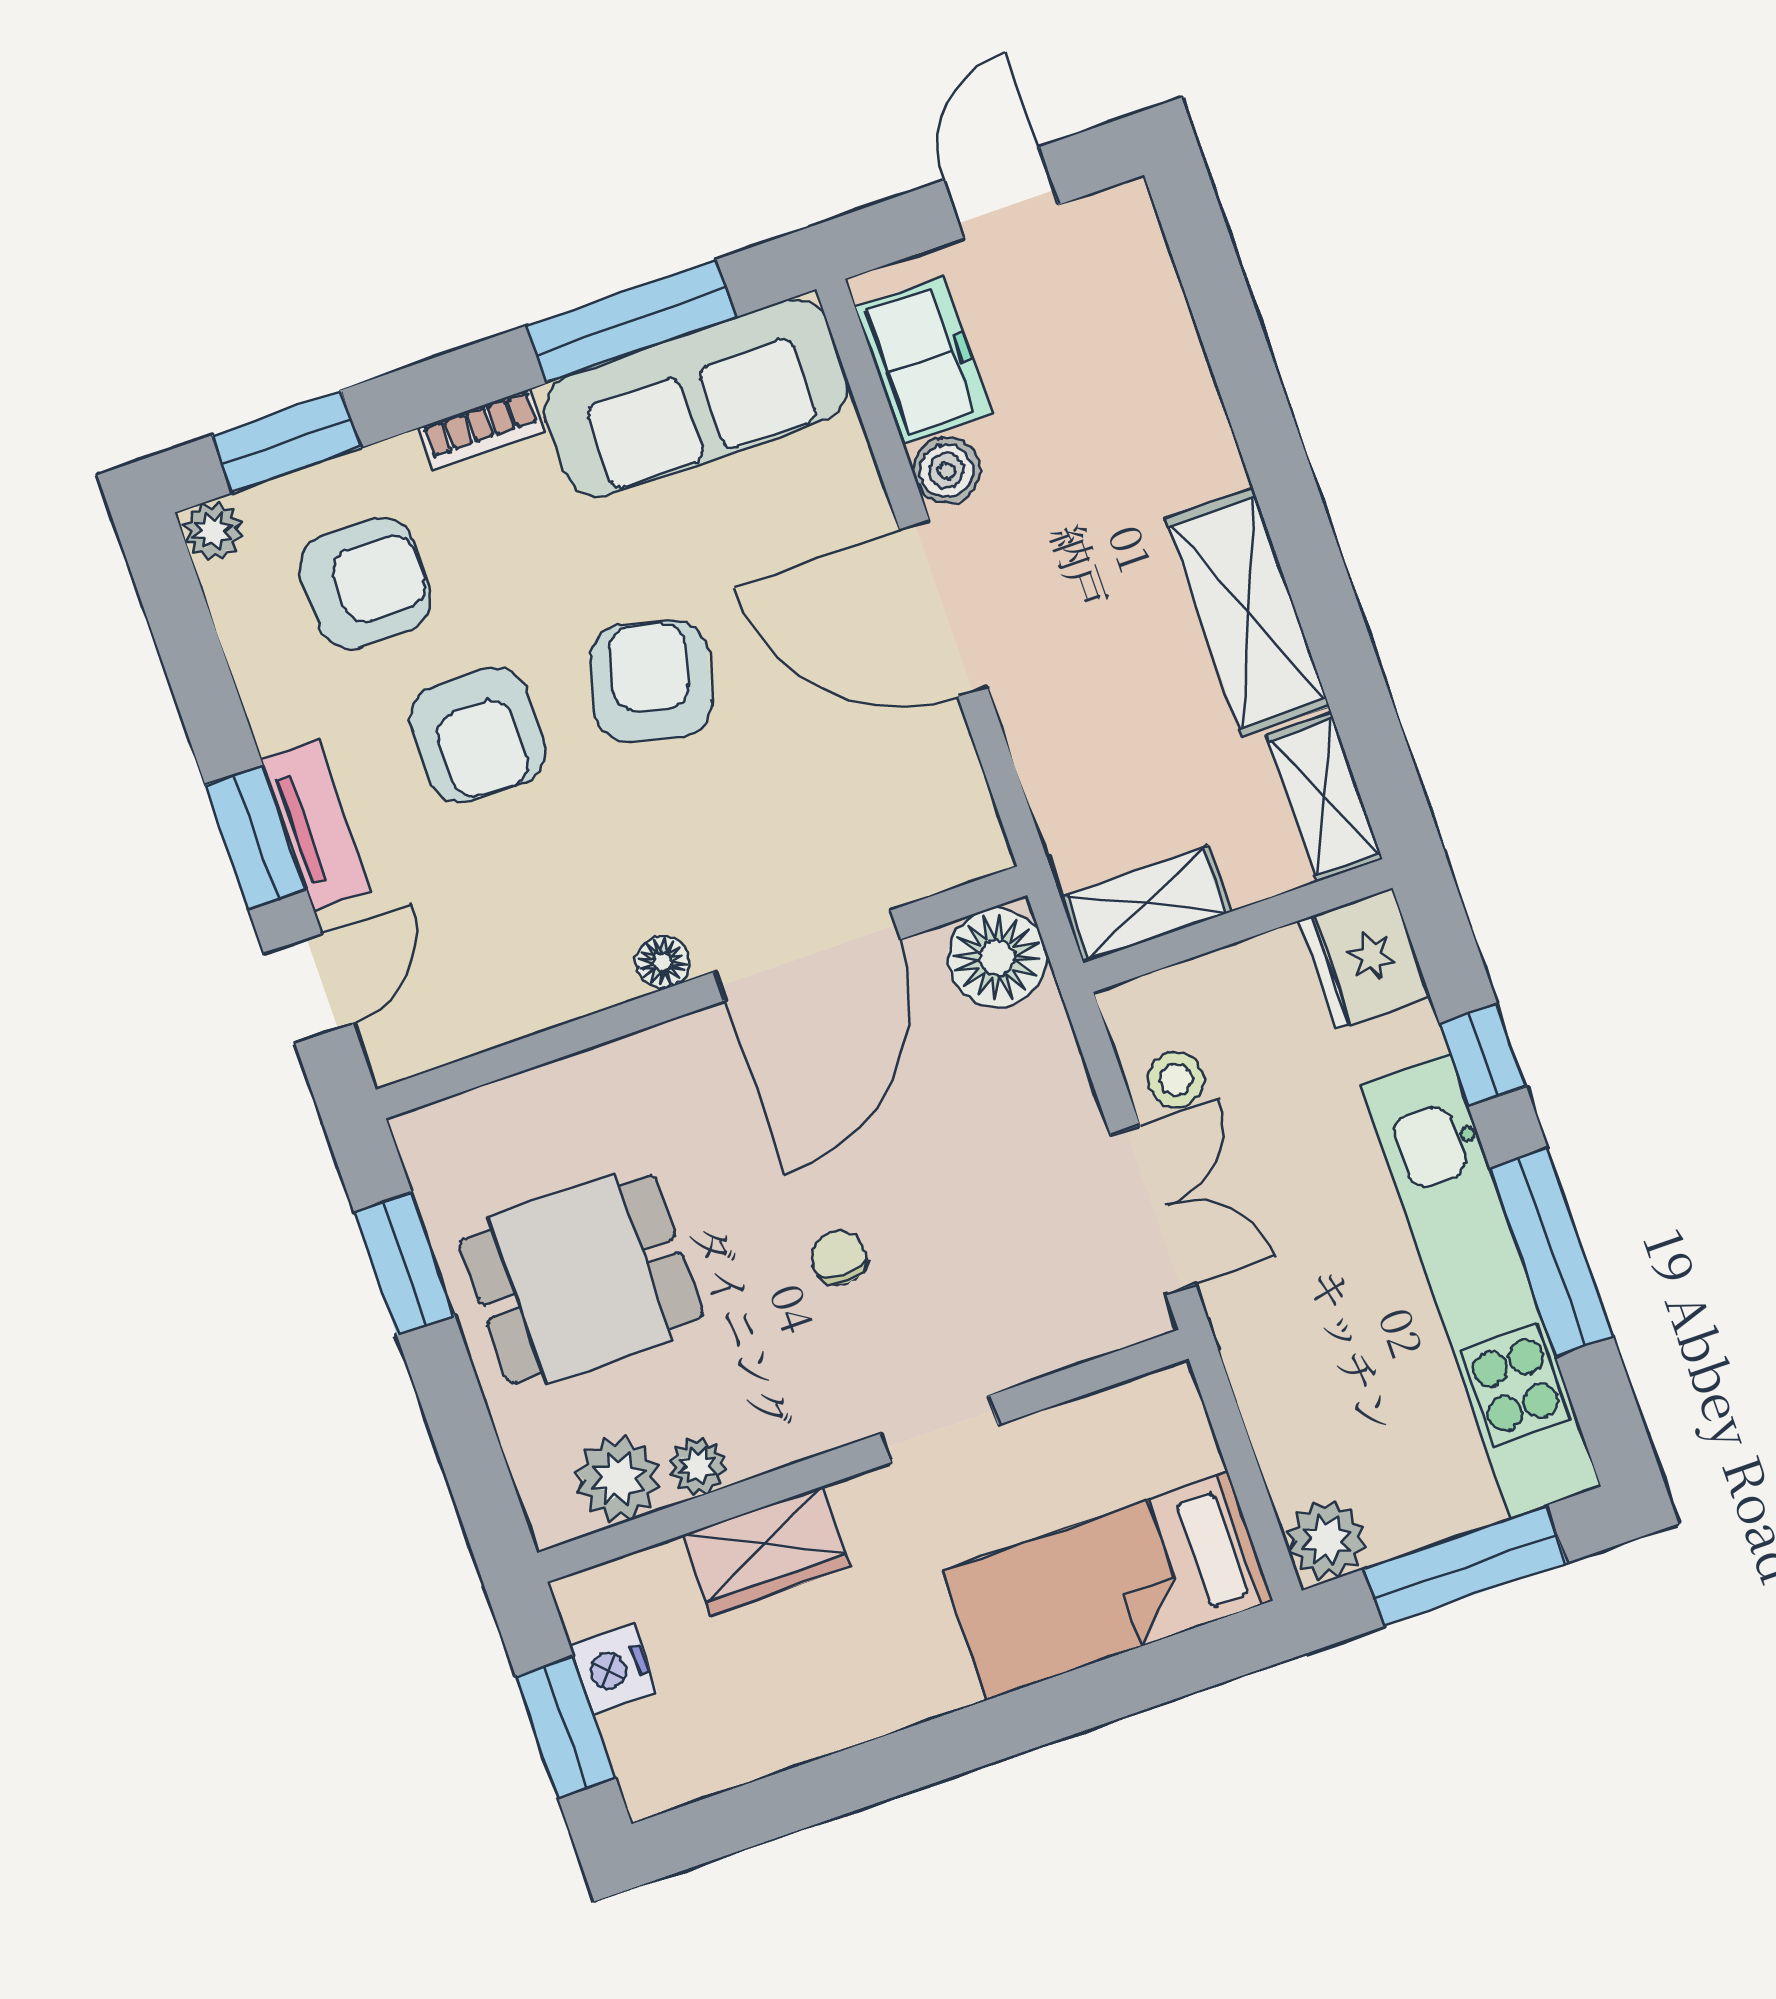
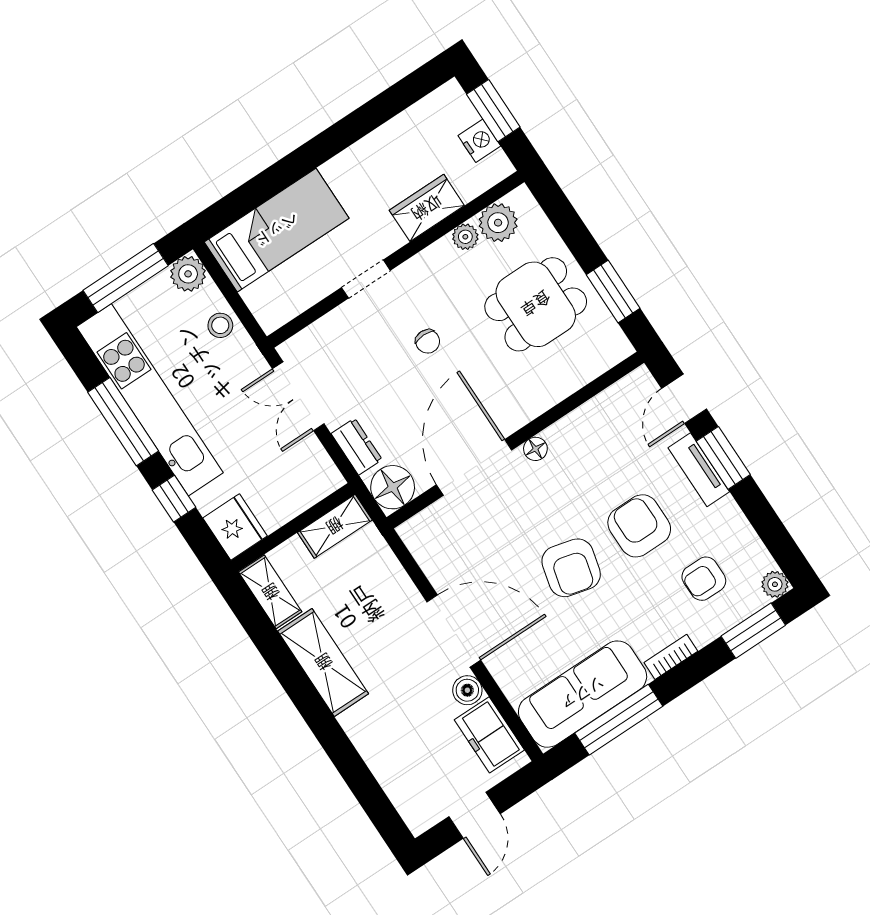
armchair: (366, 583) -> (704, 579), width x0.72, depth x0.72
dresser: (1053, 1067) -> (357, 447), added
stool: (1176, 1079) -> (220, 325), moved

